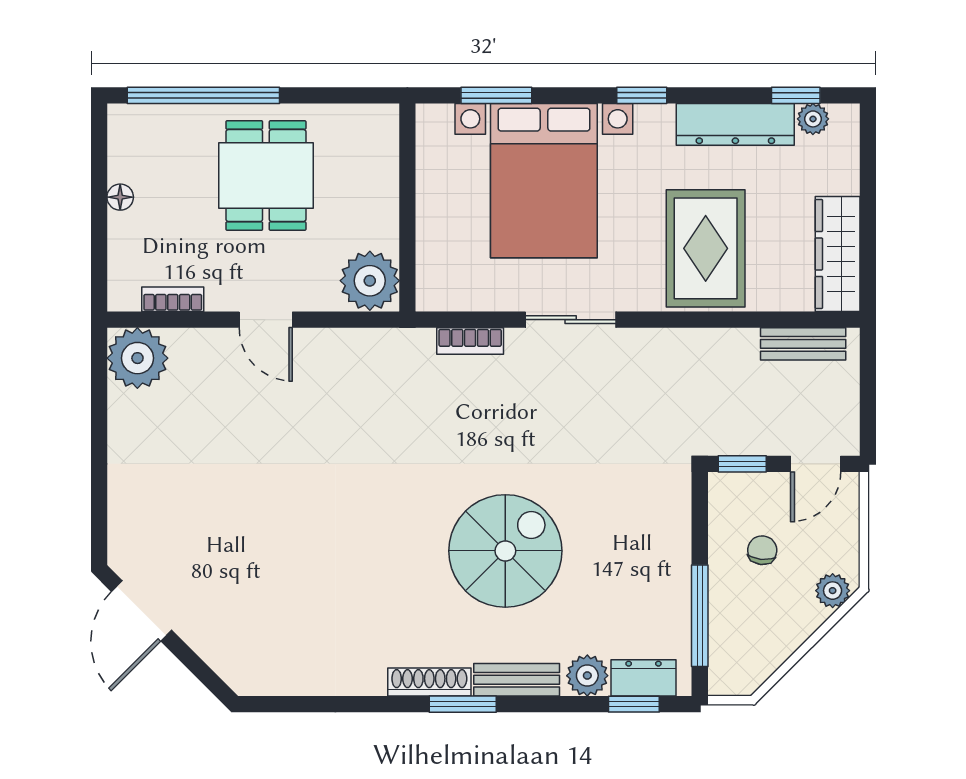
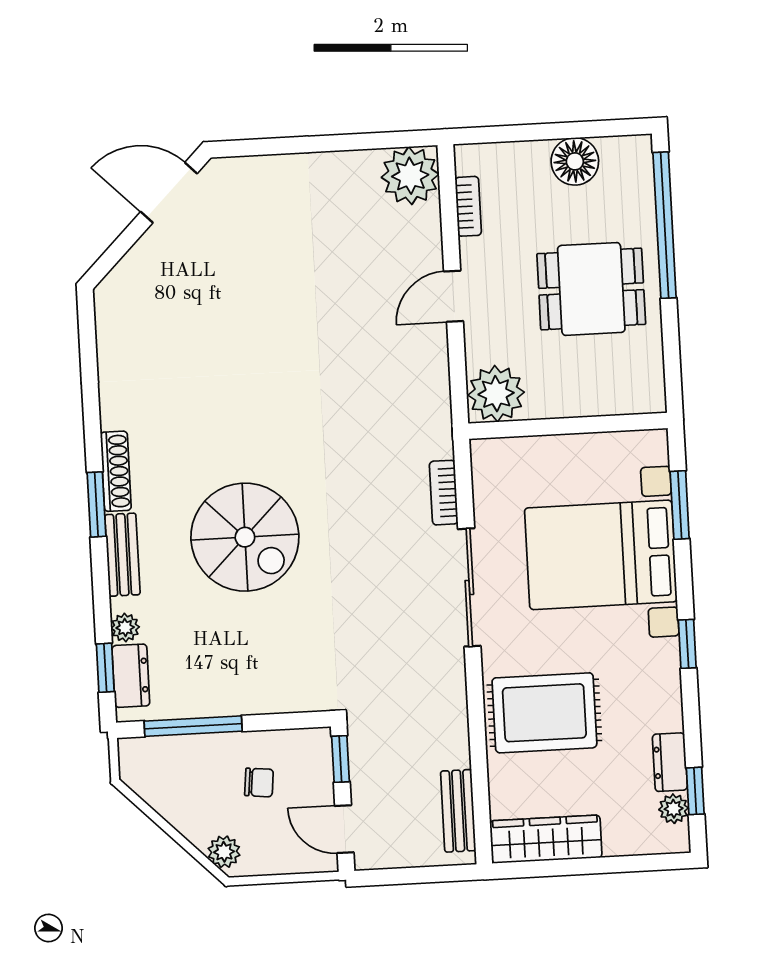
dresser: (735, 124) -> (670, 762), width x0.51, depth x0.80
floor lamp: (120, 197) -> (575, 161), width x1.89, depth x1.89
sliding door: (571, 320) -> (469, 587), width x1.37
plant: (587, 676) -> (125, 628), width x0.73, depth x0.73

